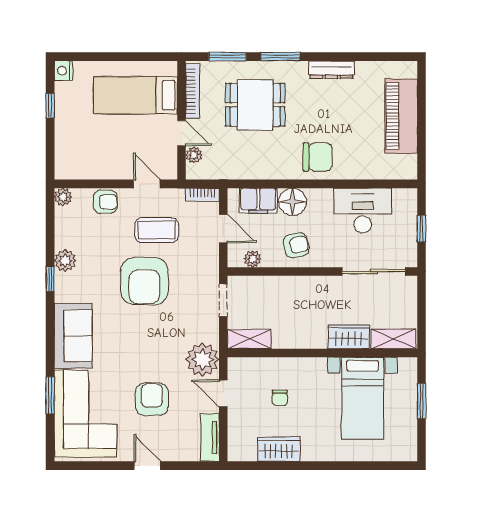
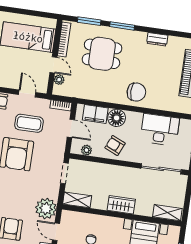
dresser: (331, 70) -> (157, 39), width x0.70
armchair: (296, 245) -> (115, 145), turned -144
wardrobe: (349, 337) -> (121, 205), moved

